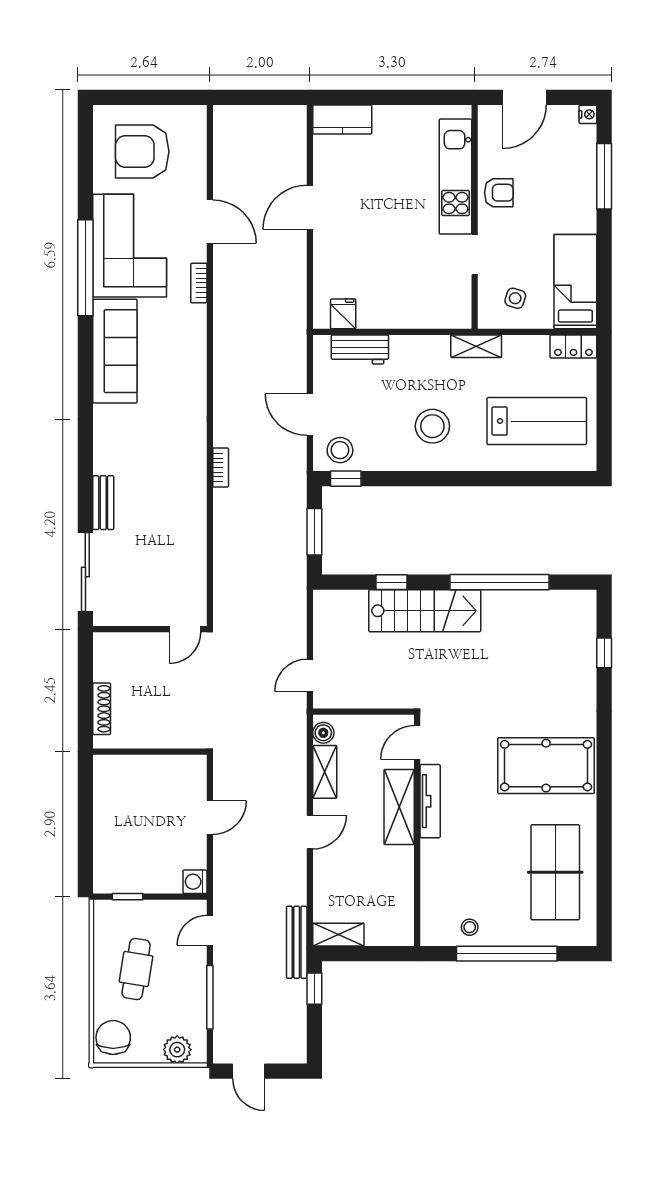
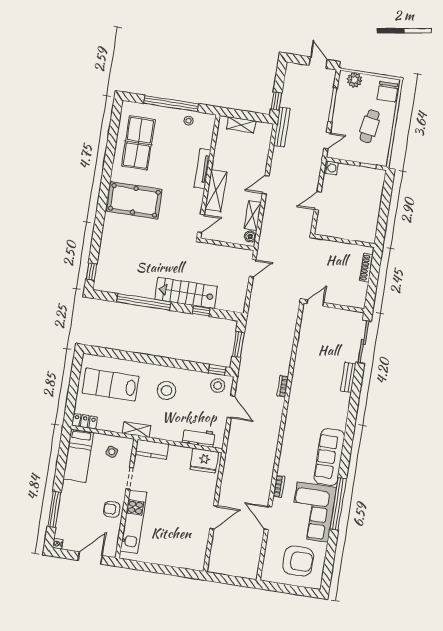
kitchen counter: (342, 120) -> (152, 449), moved, turned 180
fridge: (343, 314) -> (204, 461), width x1.88, depth x1.34
window: (604, 653) -> (91, 272), moved
tv unit: (430, 801) -> (202, 169), moved
shelving: (338, 935) -> (241, 125), moved

